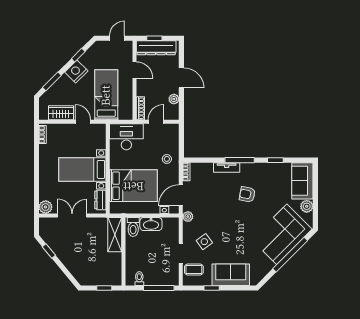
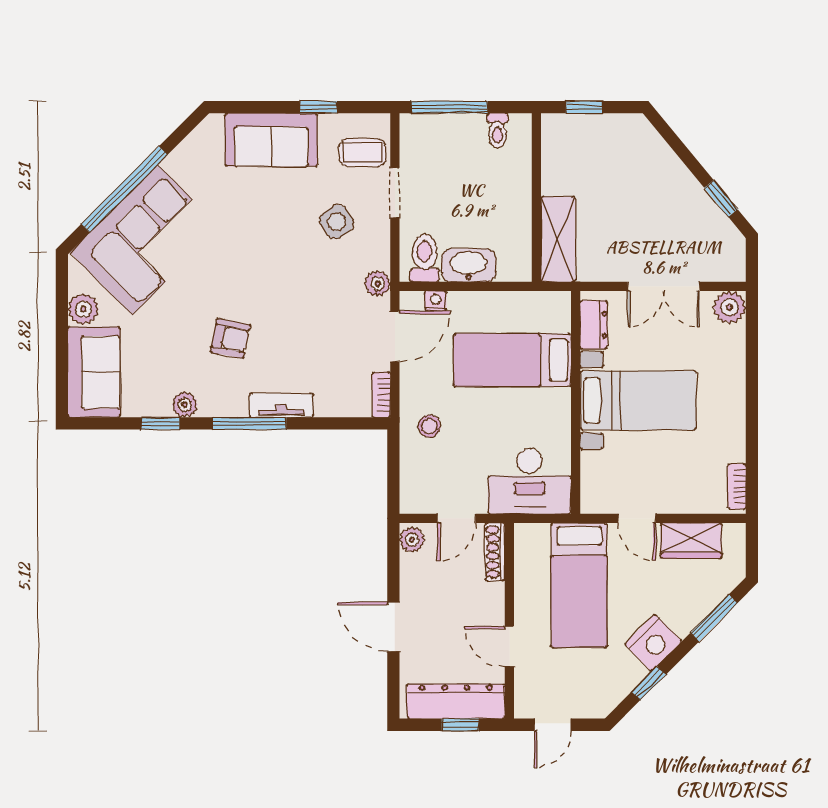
plant: (174, 99) -> (412, 540), moved
plant: (266, 168) -> (185, 405), added
bed: (133, 186) -> (512, 360), width x0.67
toilet: (133, 227) -> (425, 258), moved

